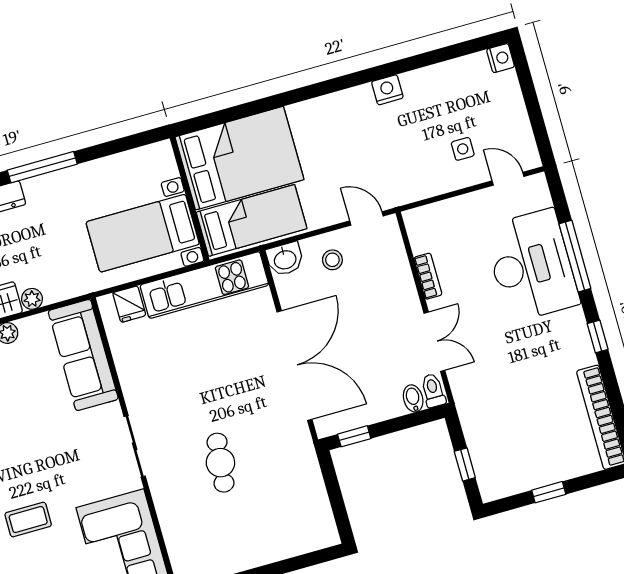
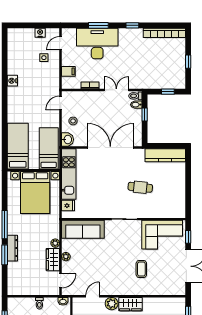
nightstand: (501, 58) -> (40, 33), moved
bed: (239, 158) -> (18, 146), width x0.67
filing cabinet: (446, 216) -> (68, 71), added
bed with nightstands: (143, 233) -> (35, 192), width x1.36
window: (575, 256) -> (98, 25), width x0.69
window: (354, 436) -> (145, 115), moved
kitchen counter: (313, 500) -> (165, 155), added

